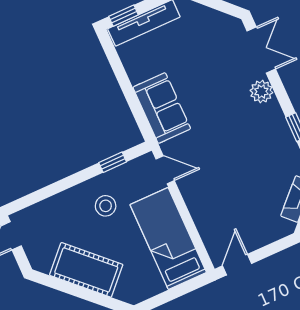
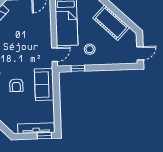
armchair: (212, 86) -> (16, 85), added
door: (165, 170) -> (55, 55), swing flipped

